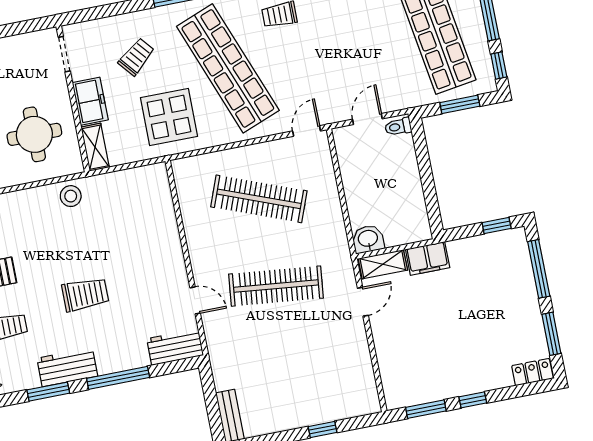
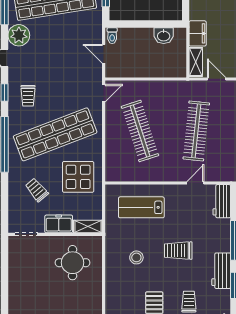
door: (307, 131) -> (104, 93), swing flipped
stool: (71, 196) -> (136, 257), moved
clothes rail: (259, 199) -> (140, 131), turned -39
lab bench: (141, 224) -> (141, 207), added
washbasin: (368, 239) -> (164, 36), moved, turned -90
trolley: (85, 294) -> (178, 251), turned -90

